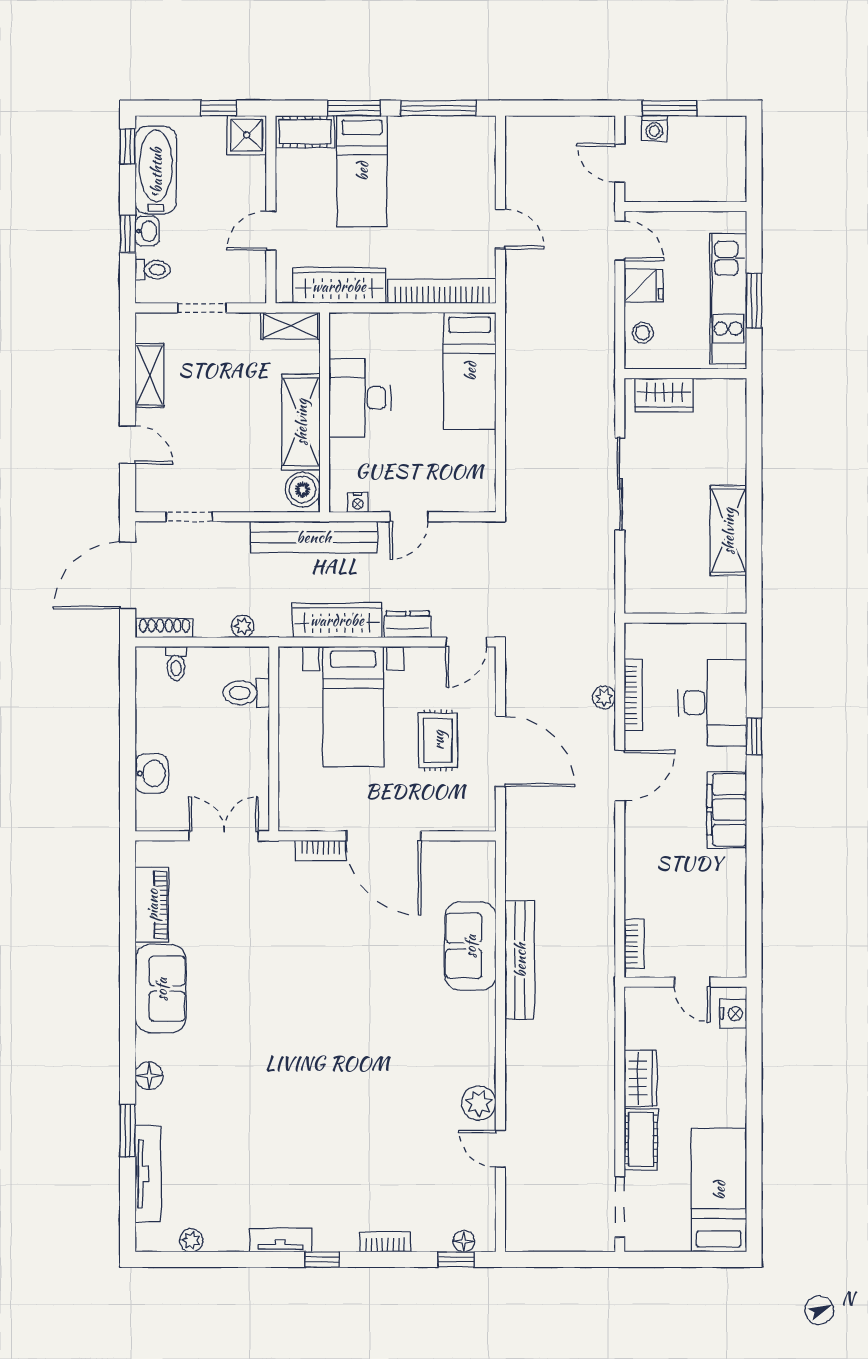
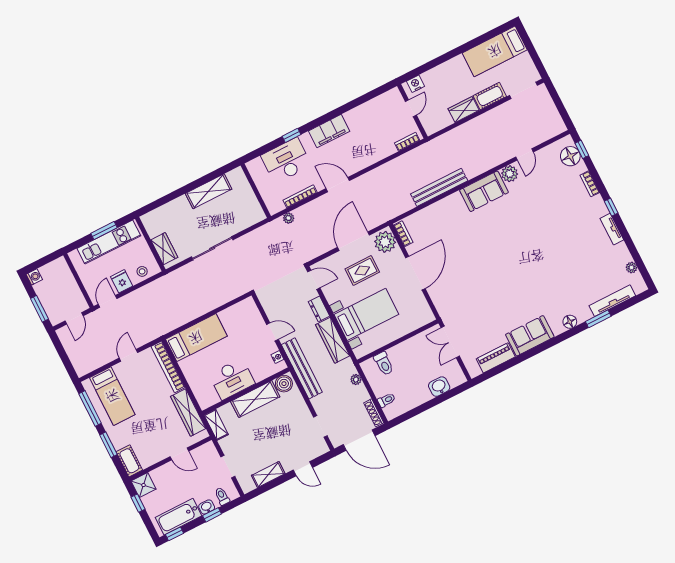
washing machine: (654, 128) -> (34, 277), moved
bed: (362, 171) -> (112, 396), moved, turned 90
door: (128, 445) -> (303, 469), swing flipped
plant: (604, 697) -> (289, 218), moved
plant: (470, 809) -> (385, 242), added
bookcase: (321, 850) -> (403, 234), moved
sofa: (470, 946) -> (484, 191), moved
floor lamp: (464, 1241) -> (570, 156), width x1.89, depth x1.89

